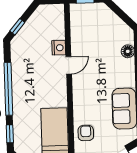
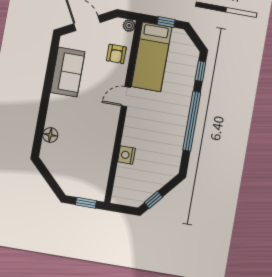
window: (17, 27) -> (153, 200), moved
door: (69, 65) -> (126, 97), moved

